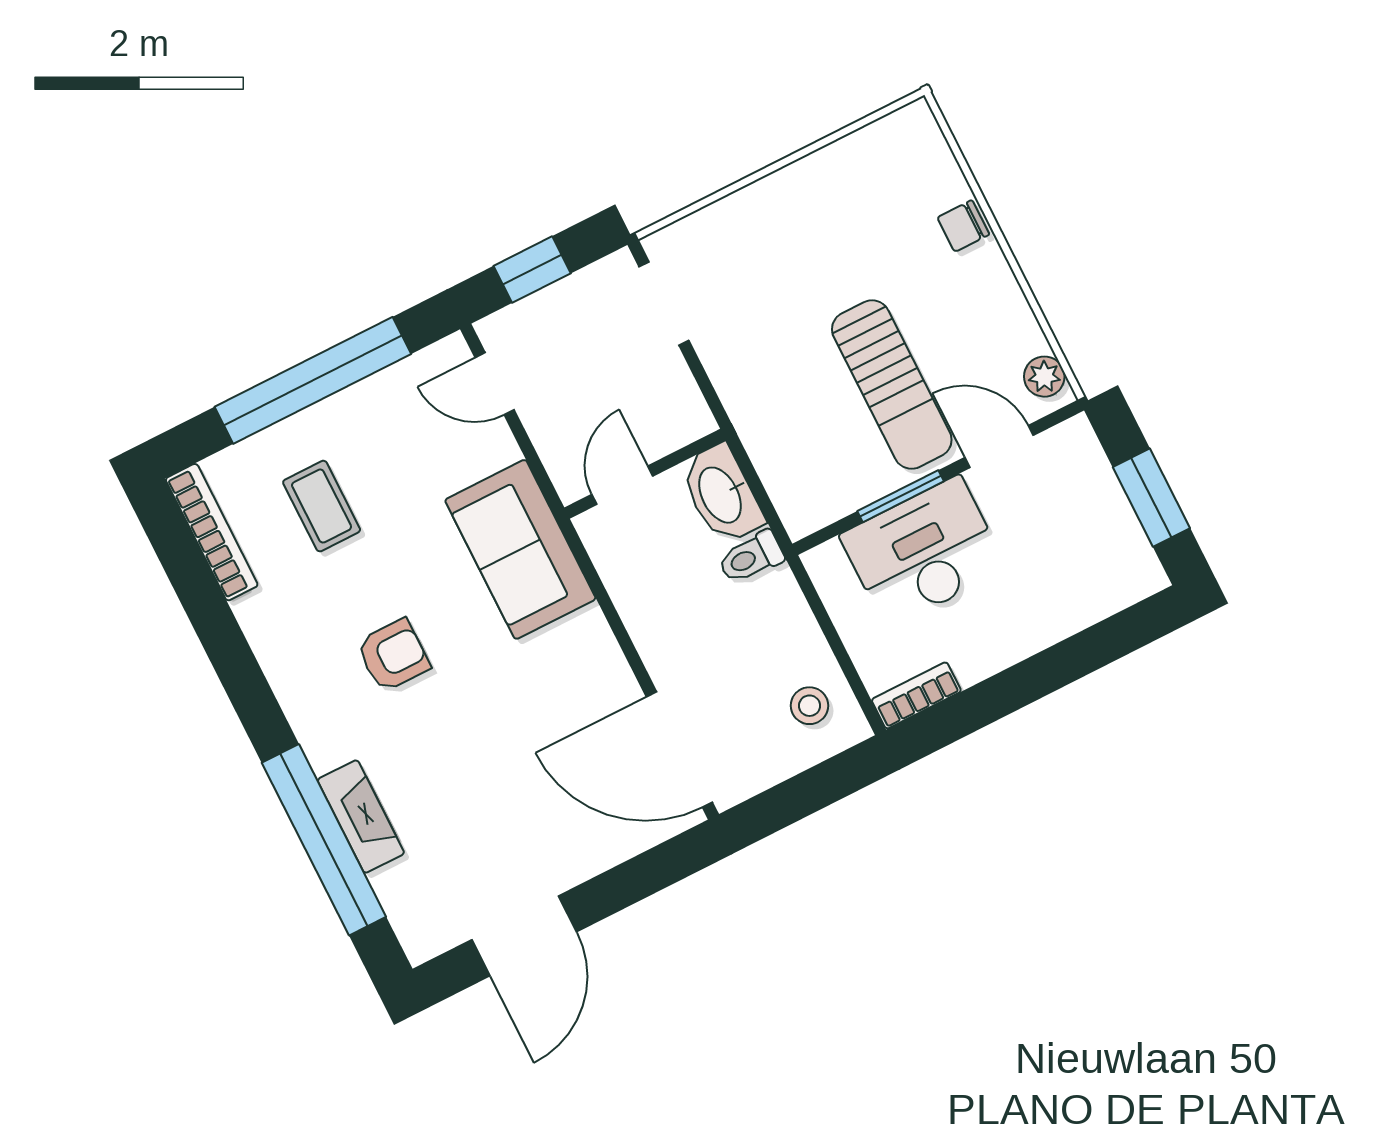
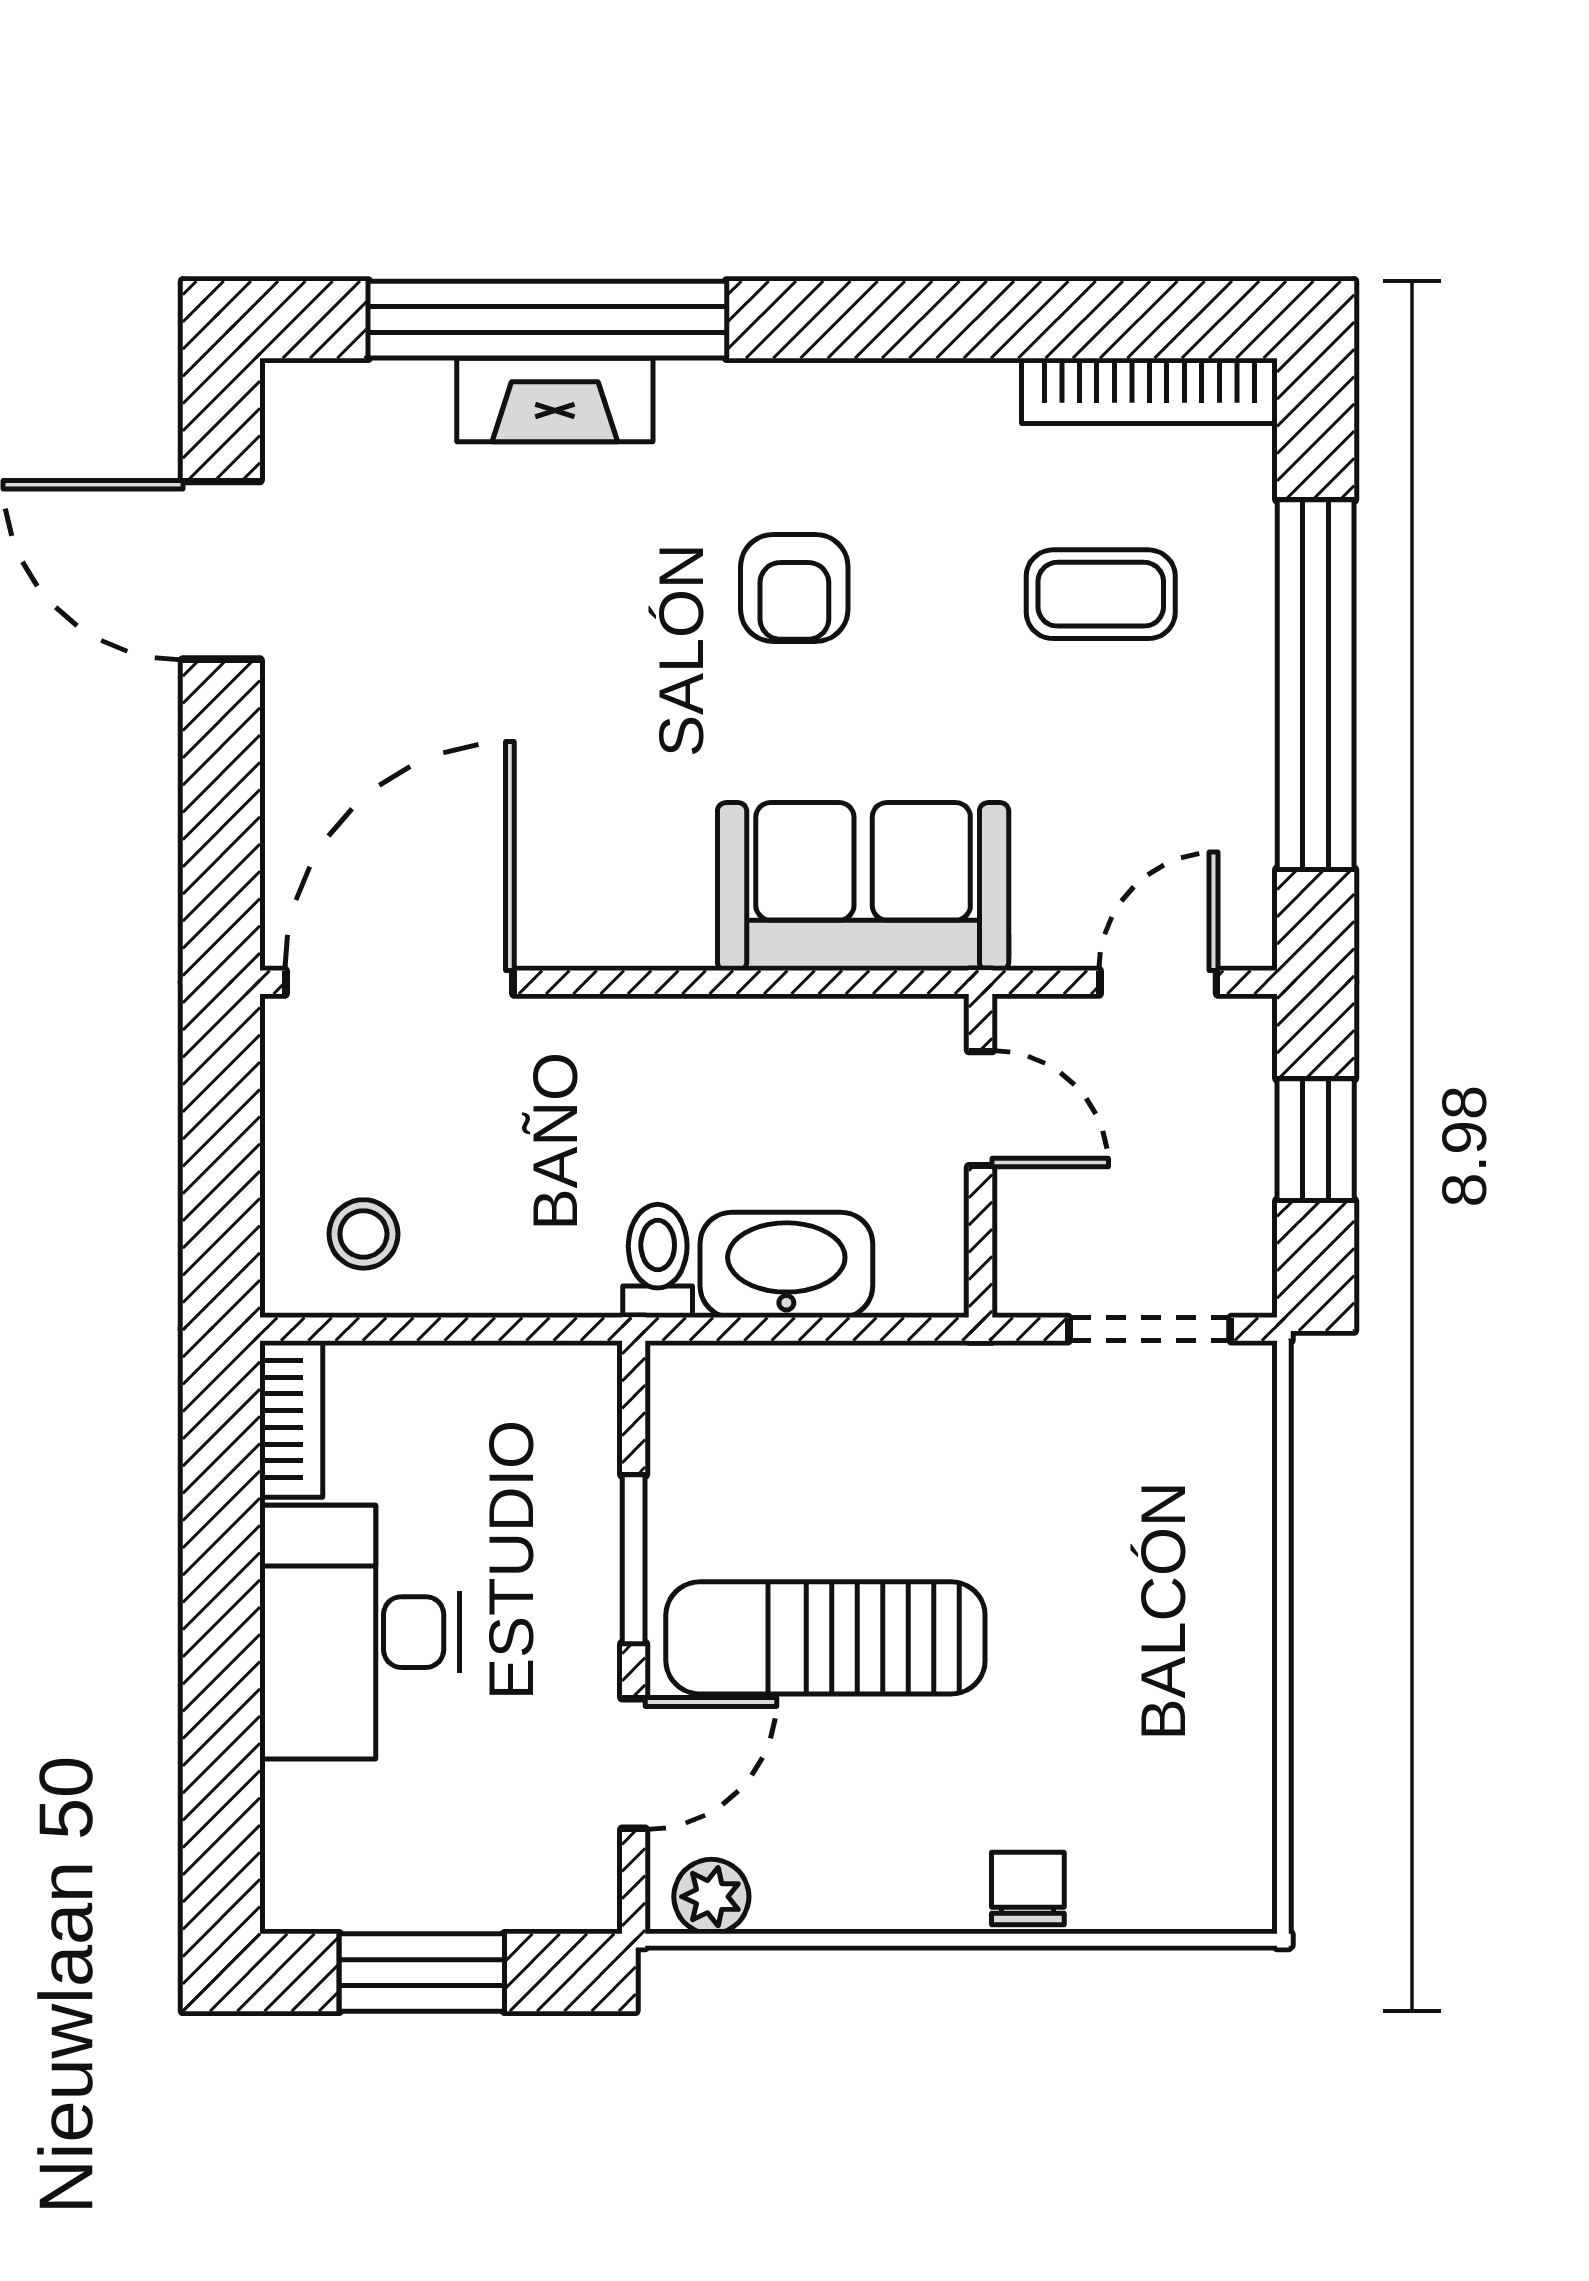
wall: (645, 474) -> (980, 1156), moved
door: (622, 485) -> (980, 1109), moved
desk: (923, 552) -> (360, 1632), moved, turned 180

